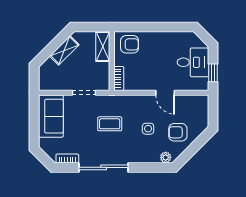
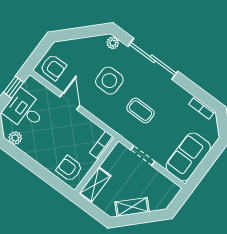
plant: (185, 37) -> (15, 138), added
side table: (148, 129) -> (109, 81), width x1.87, depth x1.87
armchair: (178, 132) -> (53, 67), moved
sliding door: (104, 167) -> (153, 59), moved

